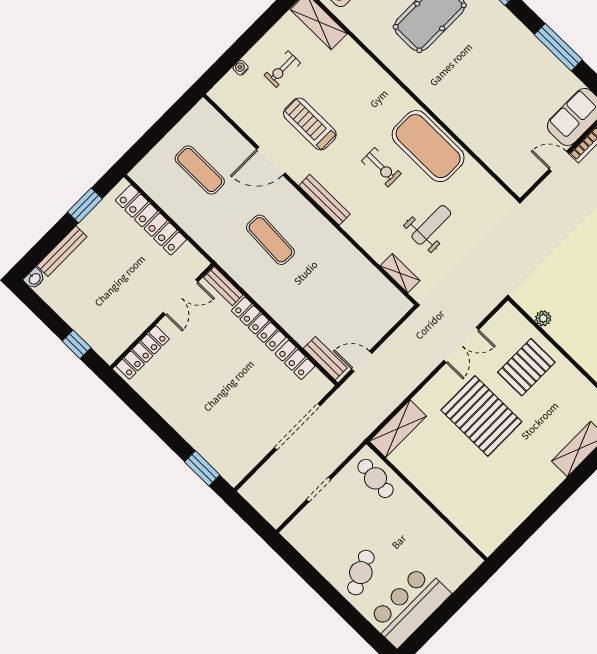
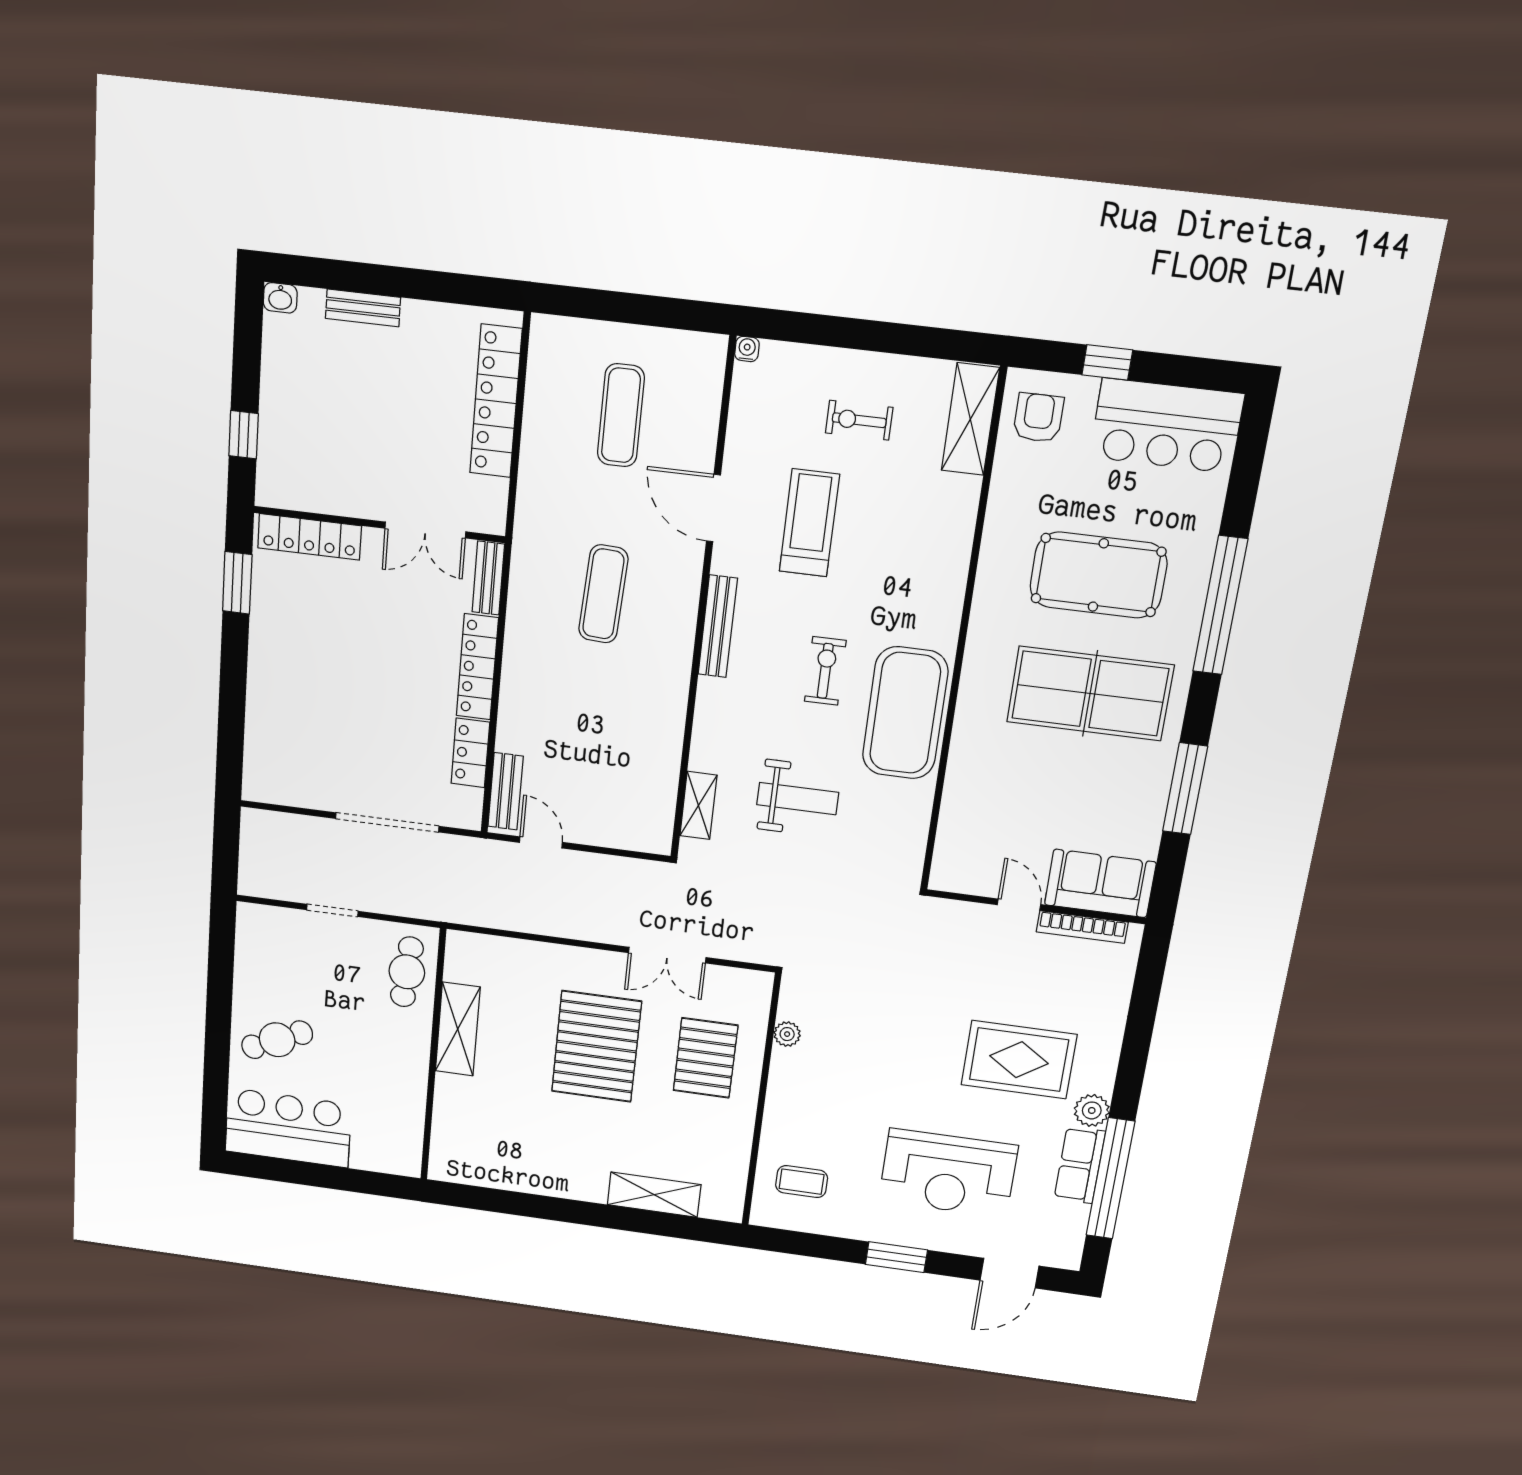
table tennis table: (481, 58) -> (1090, 693), added
water cooler: (241, 68) -> (747, 349), moved
exercise bike: (381, 167) -> (825, 671), turned 180
window: (85, 205) -> (439, 287), removed
bench: (62, 251) -> (363, 308), width x0.73
pallet: (526, 367) -> (706, 1058), turned 90
shelving: (398, 429) -> (458, 1029), moved, turned 90
window: (202, 468) -> (237, 583), moved

